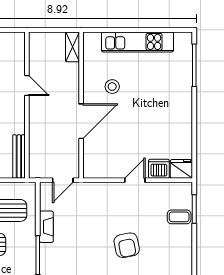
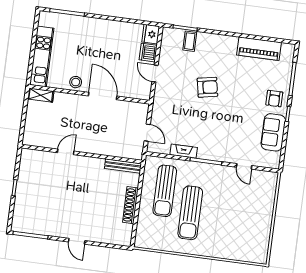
shelving: (72, 47) -> (41, 95), moved
wall: (81, 105) -> (89, 94), moved
door: (81, 121) -> (103, 96), moved

